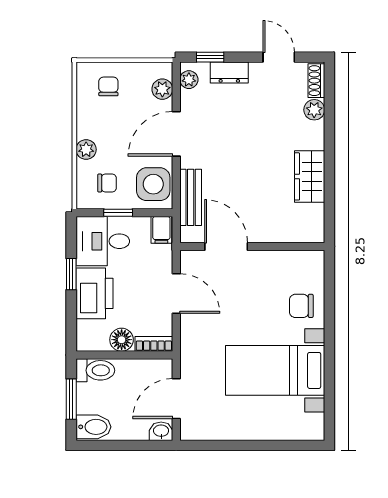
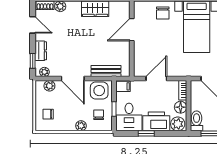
door: (279, 57) -> (33, 25), swing flipped
door: (226, 246) -> (132, 30), moved
plant: (90, 334) -> (178, 124), added

